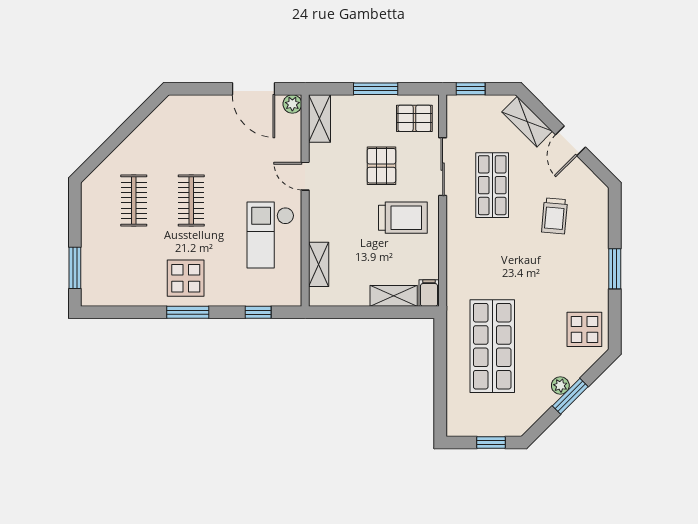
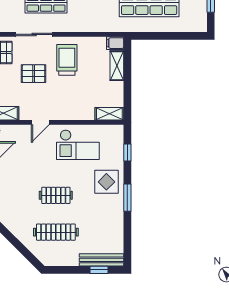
clothes rail: (134, 200) -> (56, 232), width x1.36
shelving: (319, 264) -> (109, 114), moved
window: (75, 268) -> (99, 270), width x0.67
bench: (90, 272) -> (102, 260), added
display table: (186, 278) -> (106, 182), moved

